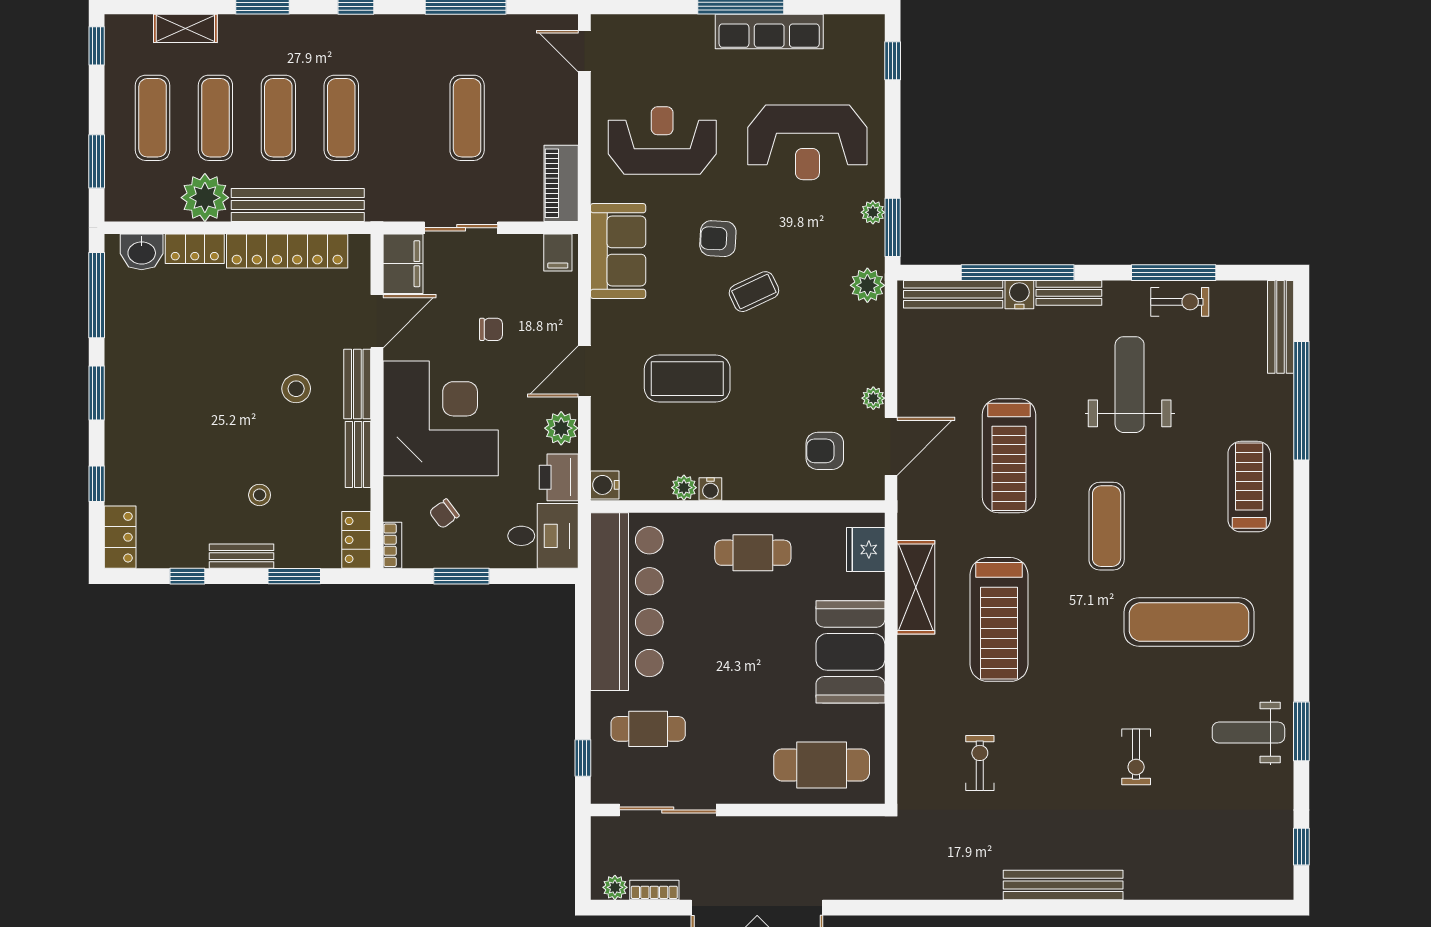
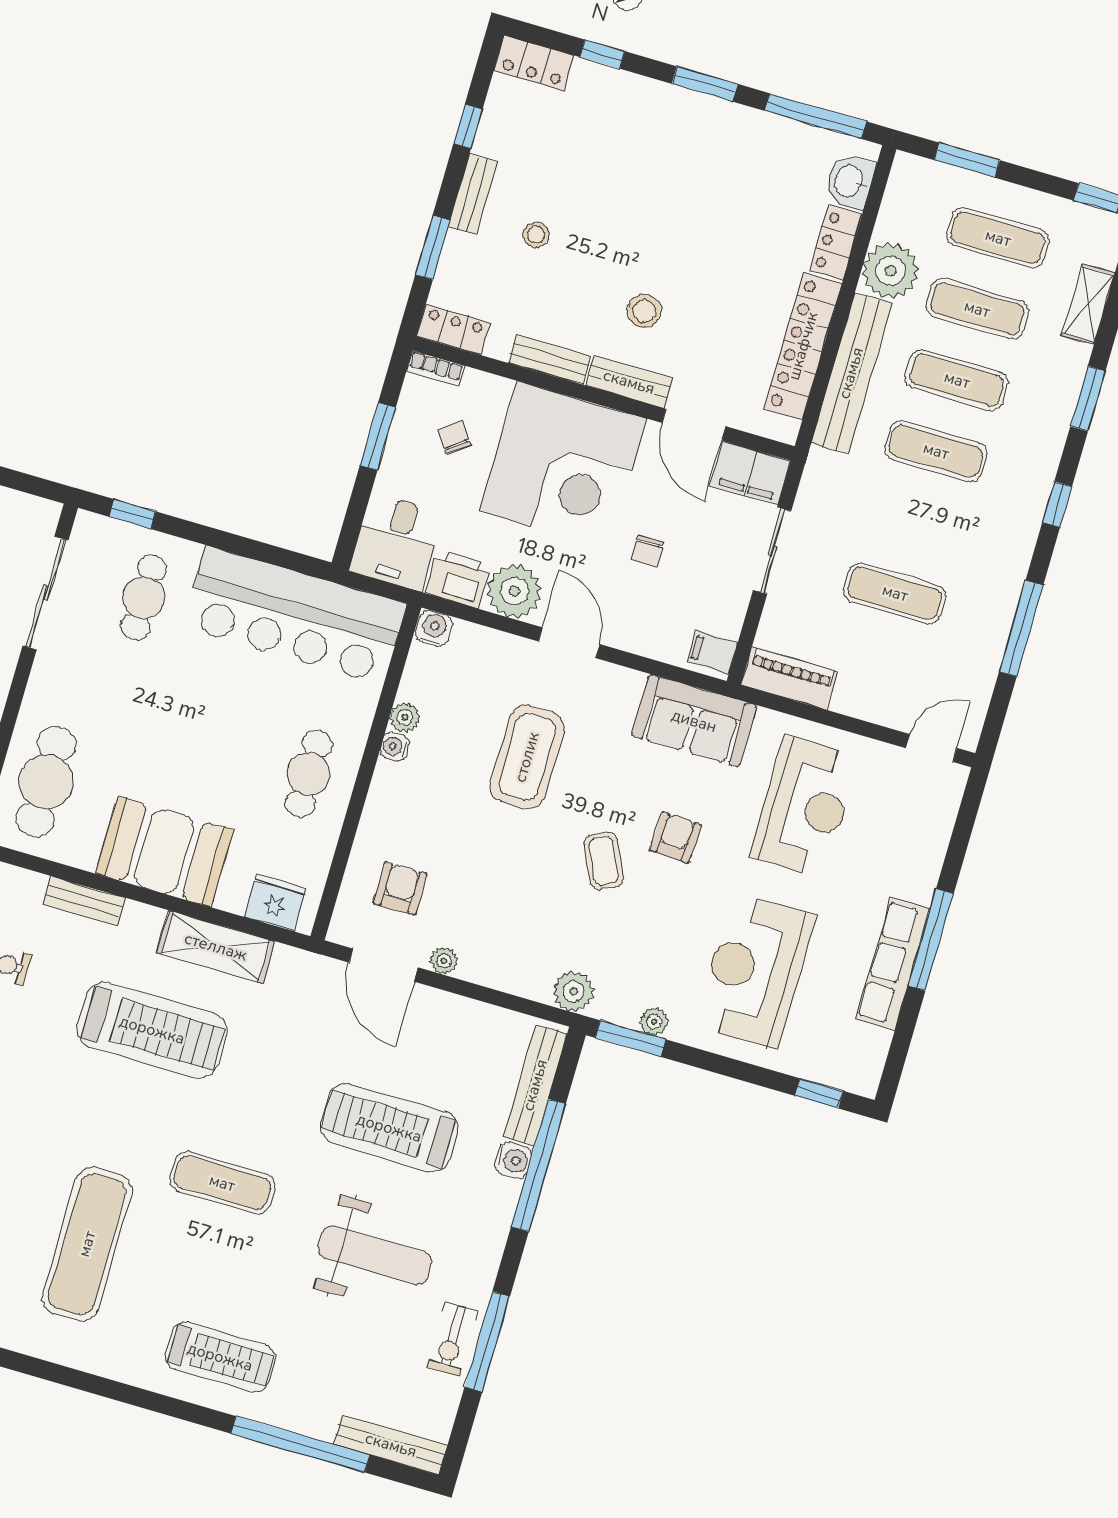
bench: (1069, 293) -> (84, 901), moved, turned 90
plant: (561, 428) -> (514, 591), width x1.36, depth x1.36
treadmill: (1009, 456) -> (389, 1128), moved
treadmill: (999, 619) -> (152, 1030), turned 180

